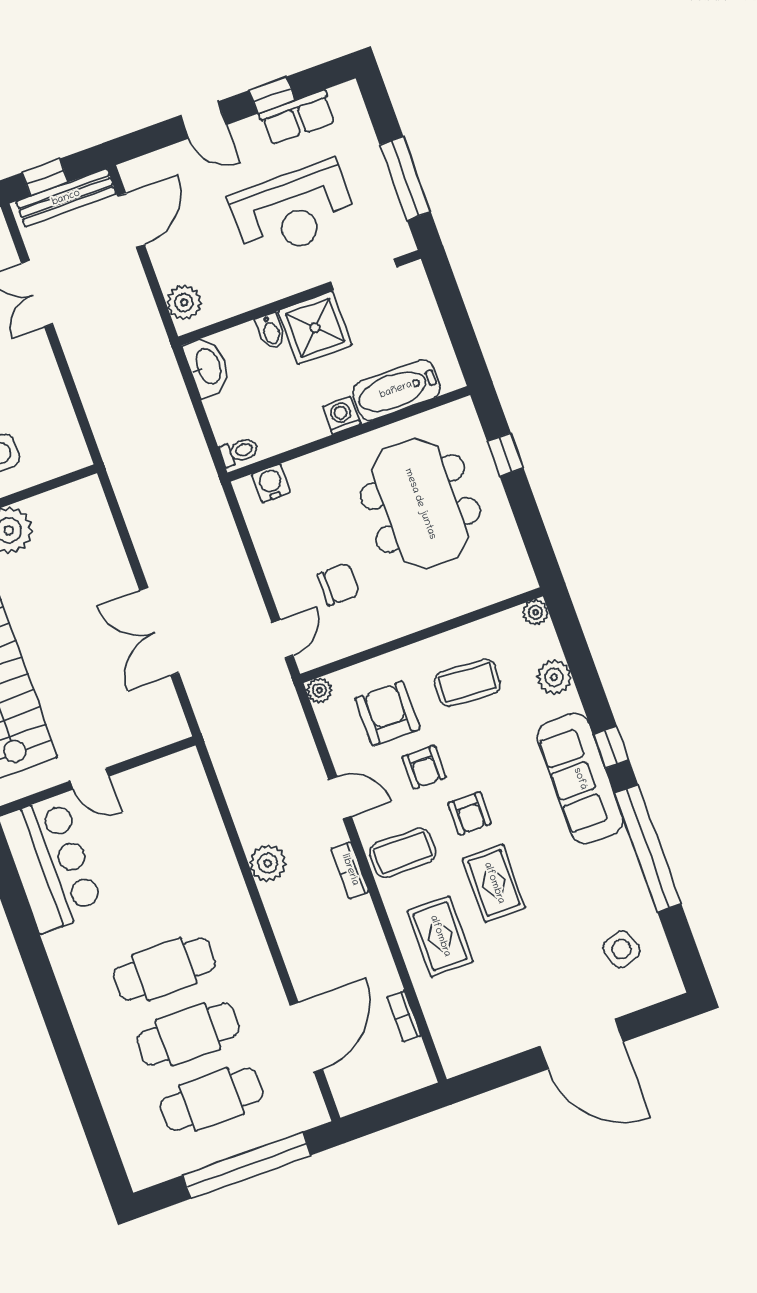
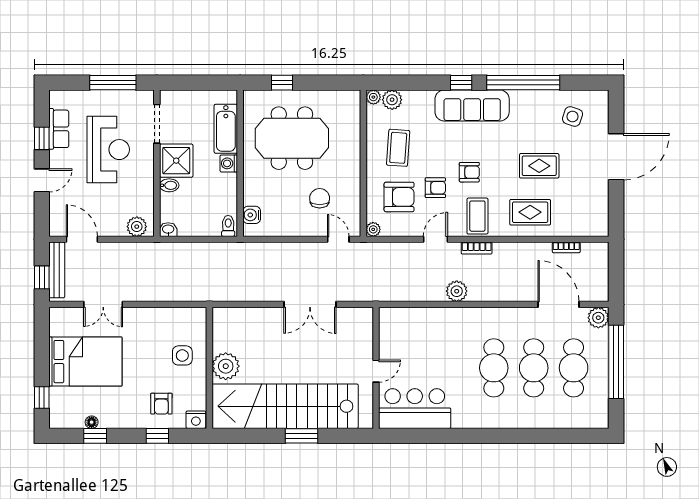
washbasin: (208, 367) -> (168, 230), width x0.52, depth x0.69
plant: (554, 677) -> (392, 100), moved
armchair: (388, 713) -> (399, 197), turned 180
rug: (494, 883) -> (539, 166), moved
side table: (621, 949) -> (572, 116), turned 37
plant: (308, 1110) -> (598, 318), added

